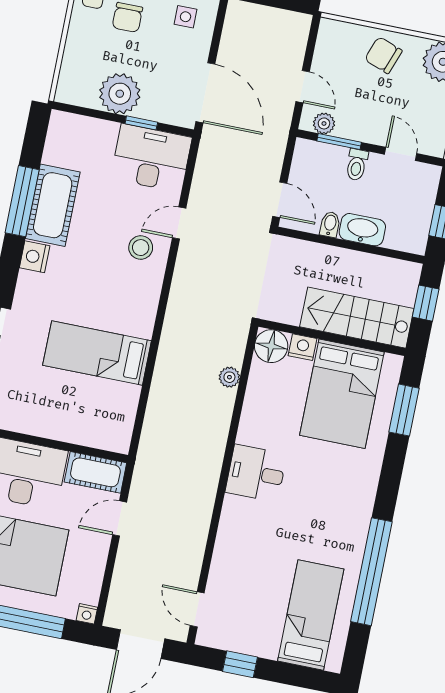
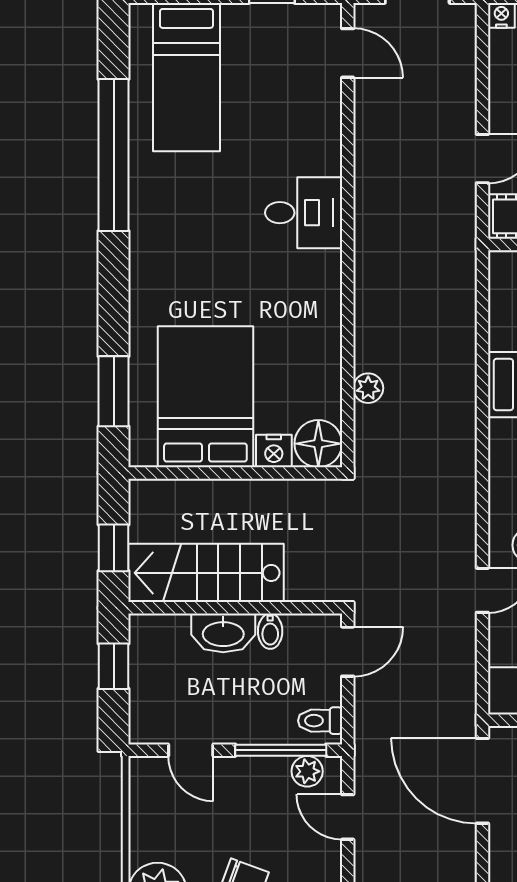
window: (339, 142) -> (281, 750), width x1.44
toilet: (357, 165) -> (320, 721), moved, turned -90
door: (280, 200) -> (348, 652), swing flipped
stairs: (357, 318) -> (206, 573), moved, turned 180
desk: (256, 473) -> (304, 213), moved

